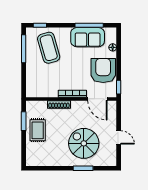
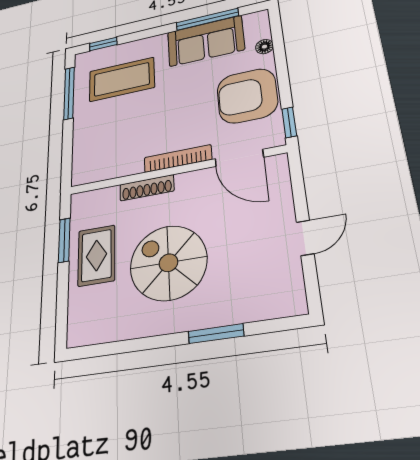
coffee table: (49, 48) -> (122, 79), turned -74
armchair: (103, 70) -> (247, 96), turned -90
door: (119, 137) -> (305, 238), hinge flipped
spiral stairs: (84, 143) -> (168, 263), moved

